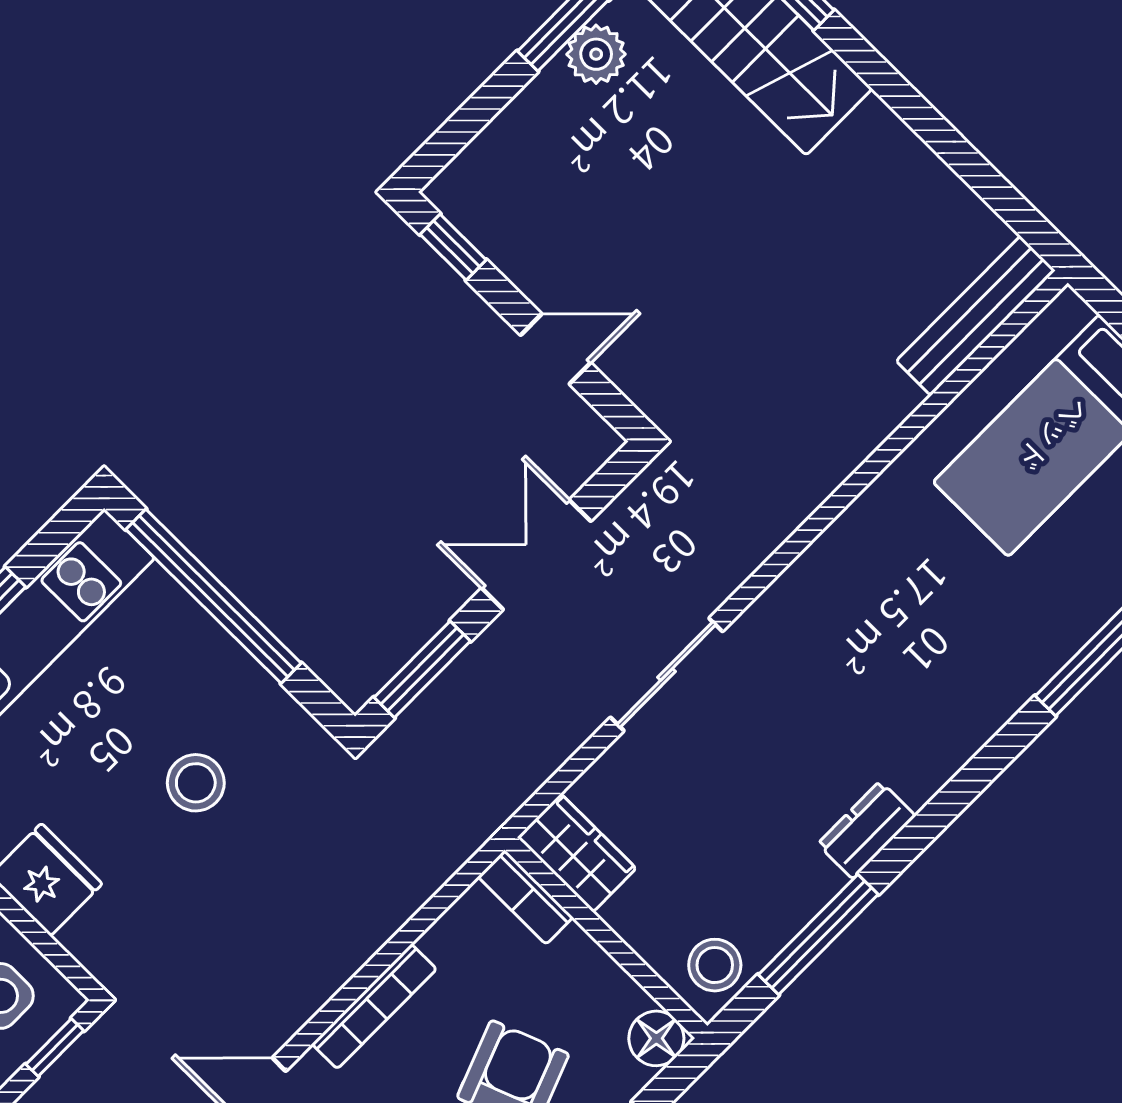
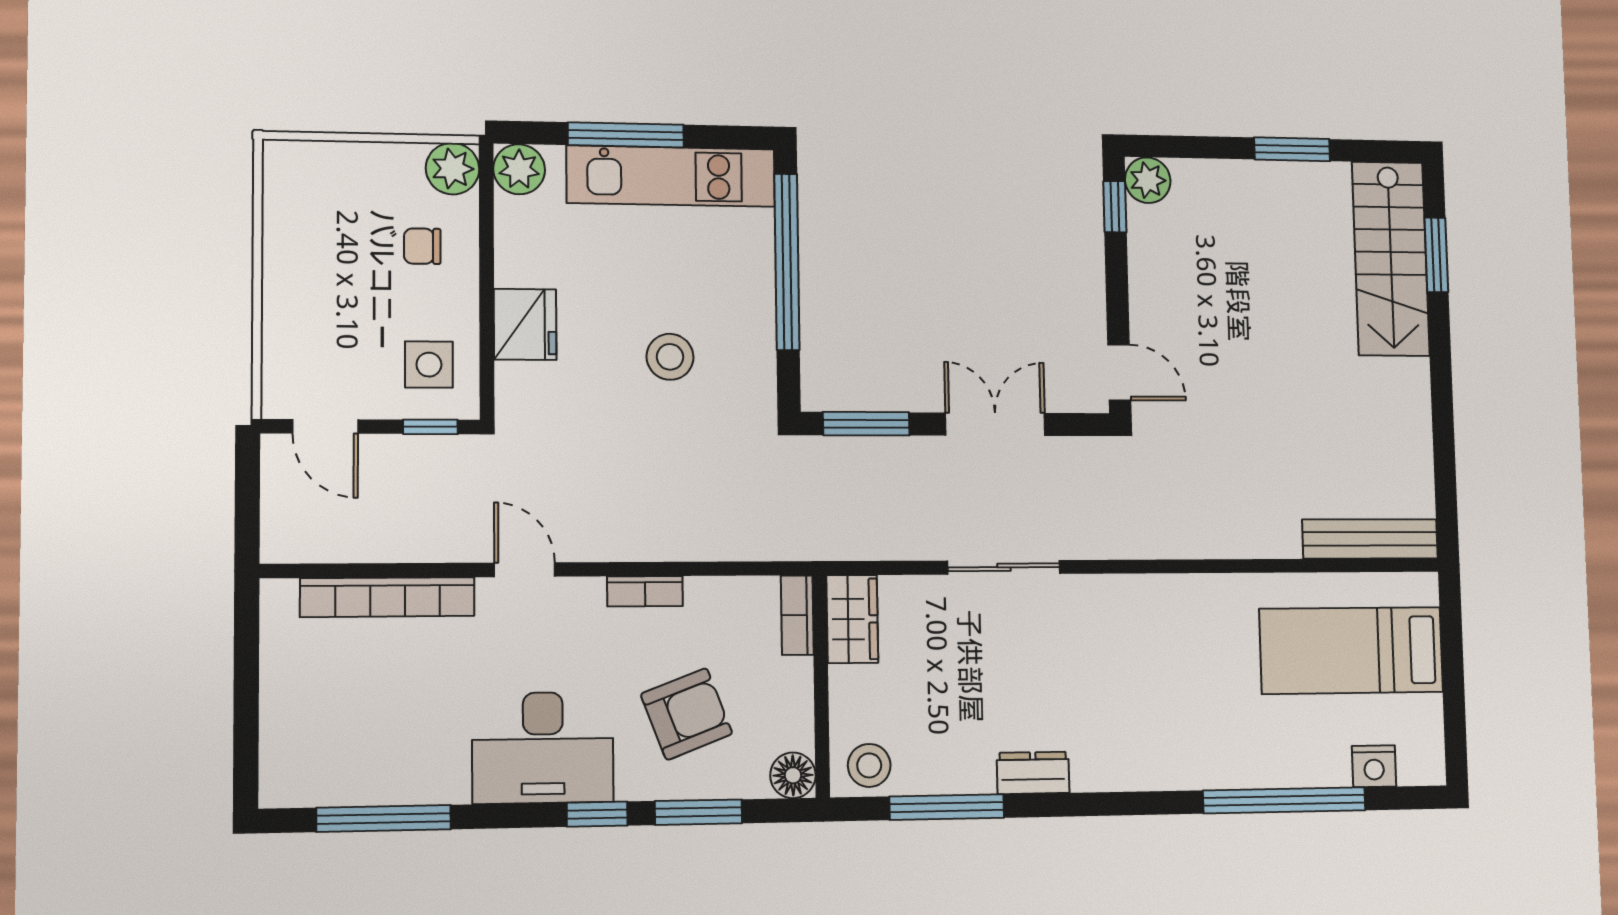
plant: (596, 54) -> (1148, 180), moved
door: (556, 349) -> (1119, 372), moved
bookcase: (374, 1006) -> (645, 591), width x0.64

